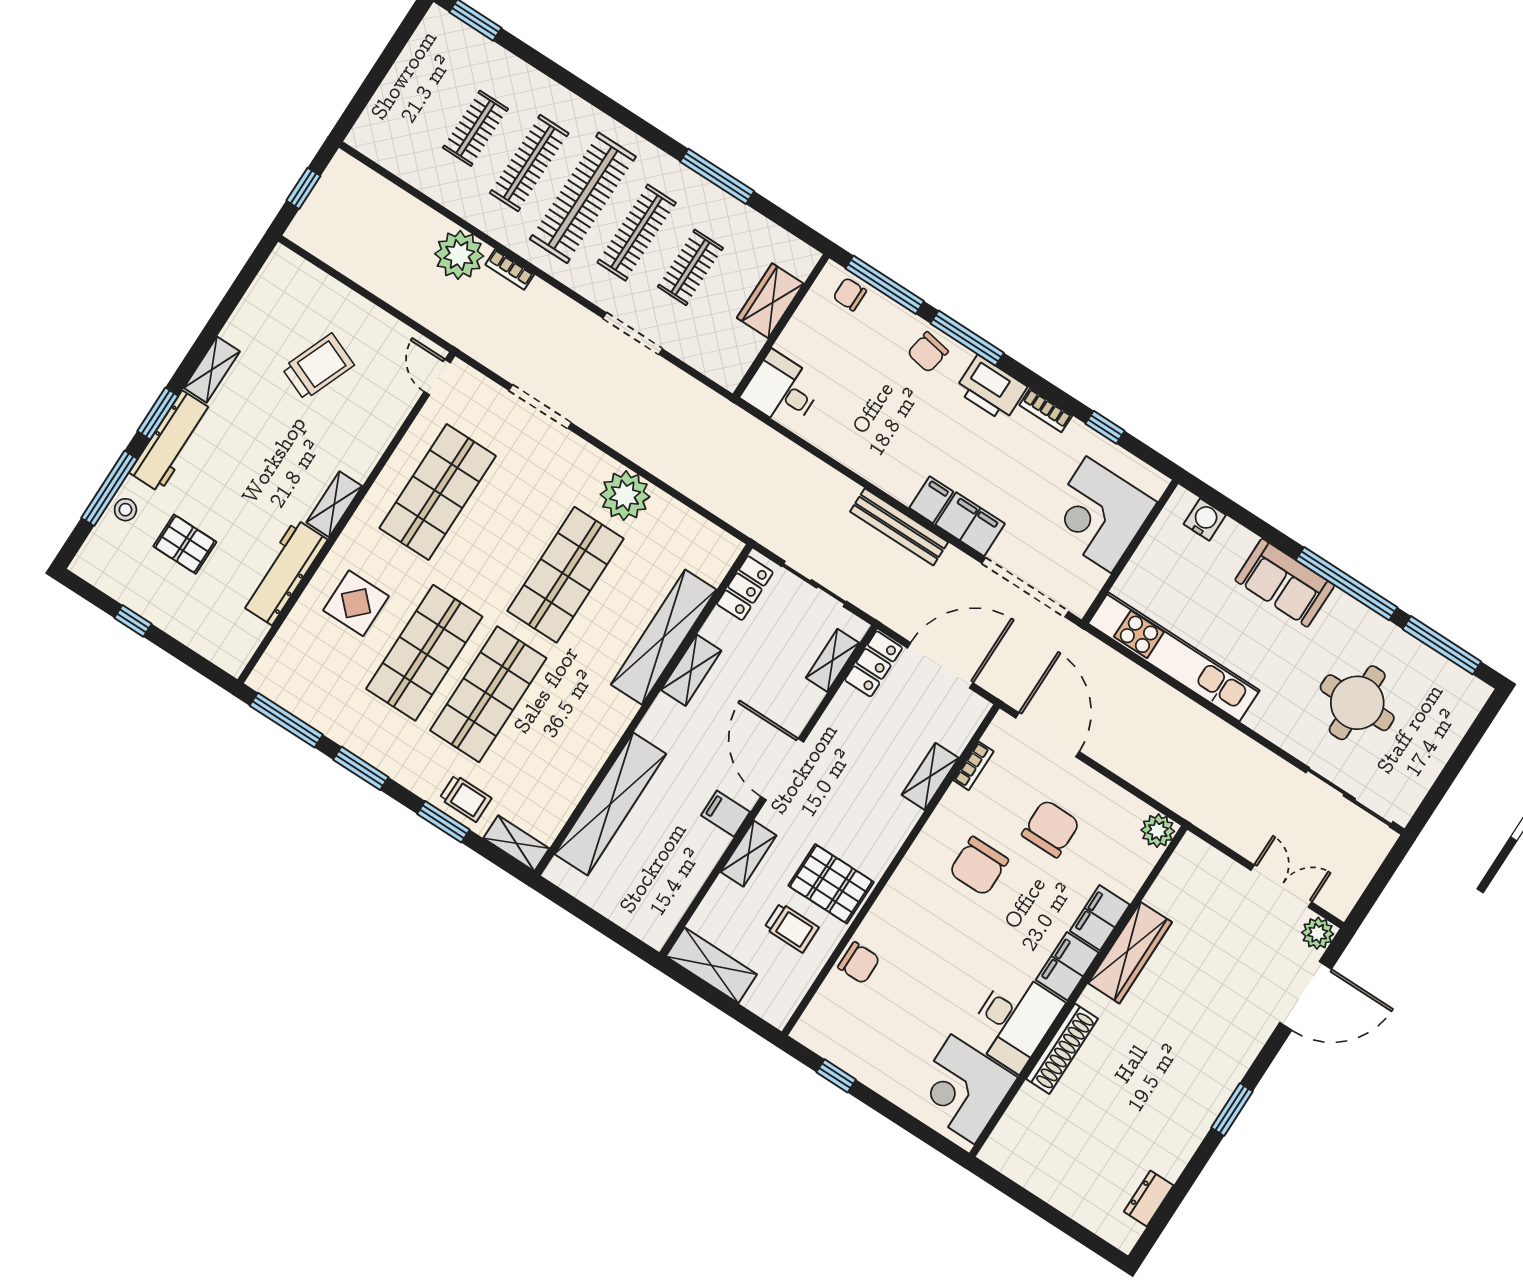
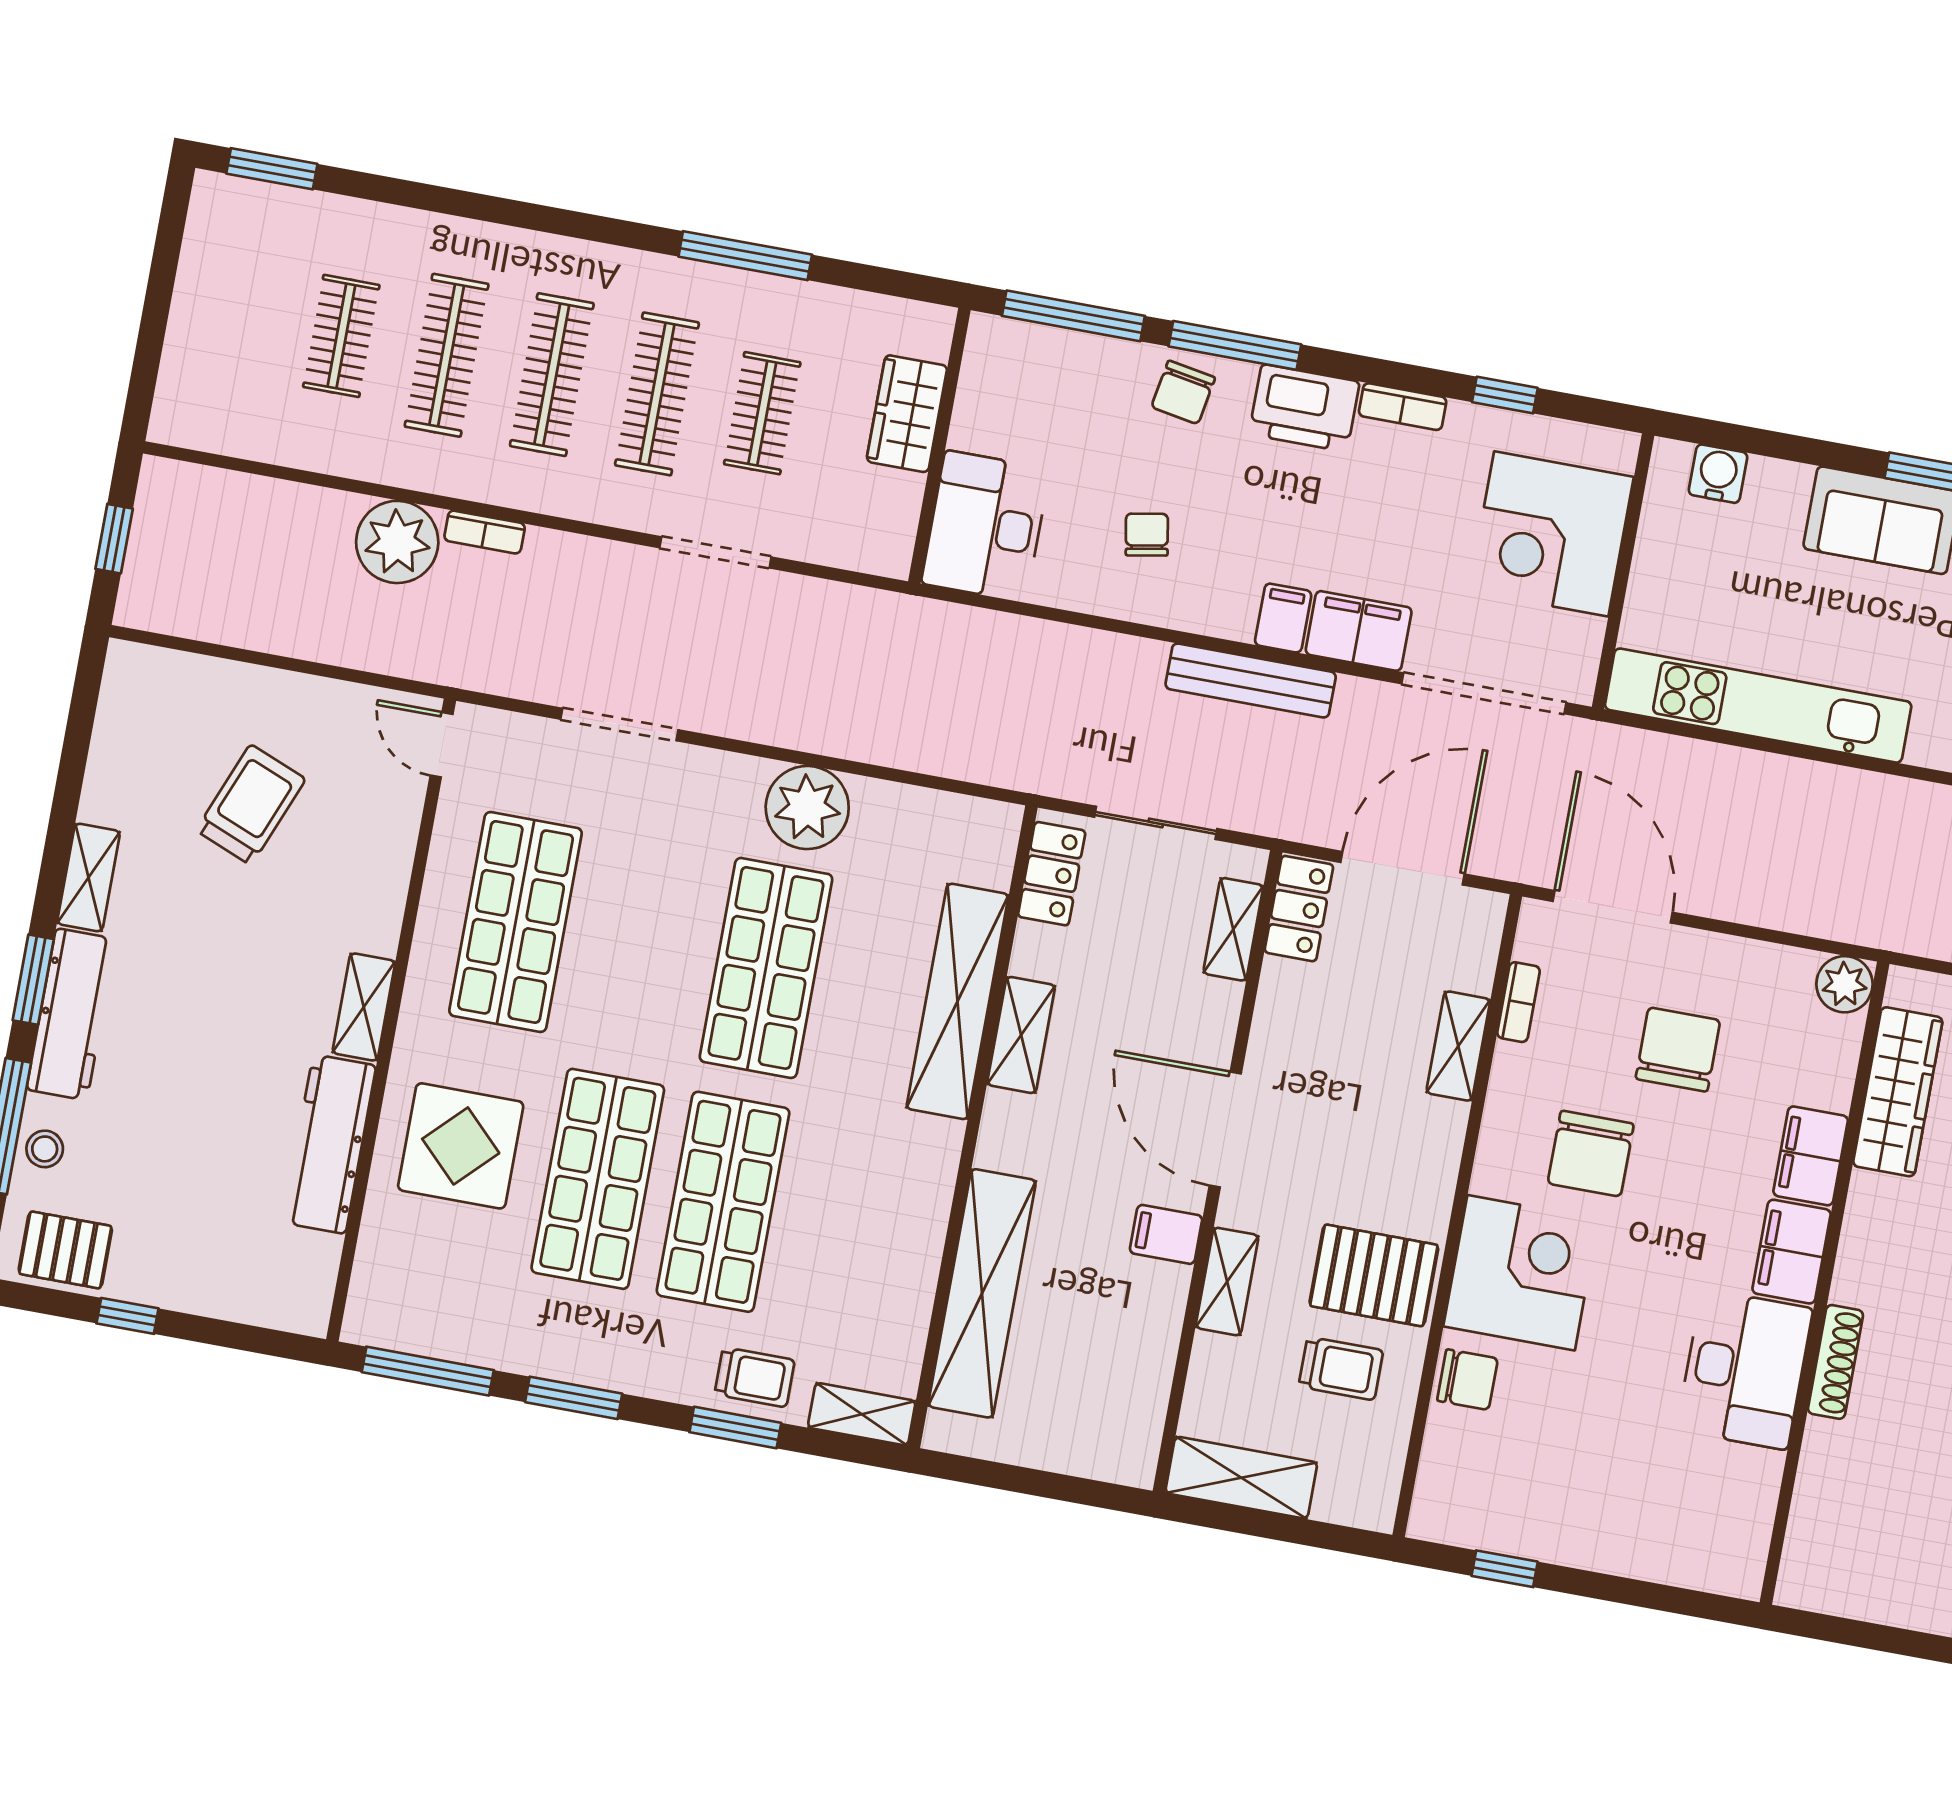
clothes rail: (583, 198) -> (552, 375), width x0.73, depth x0.76
chair: (850, 294) -> (1147, 535), moved, turned 80
desk: (782, 390) -> (985, 526), width x1.37
pallet: (185, 544) -> (65, 1250), moved
display table: (356, 603) -> (461, 1146), width x1.36, depth x1.36
wardrobe: (1130, 953) -> (1898, 1092), moved
shoe rack: (1062, 1049) -> (1835, 1362), width x0.74, depth x0.81
corner desk: (963, 1089) -> (1521, 1273), moved, turned 180

